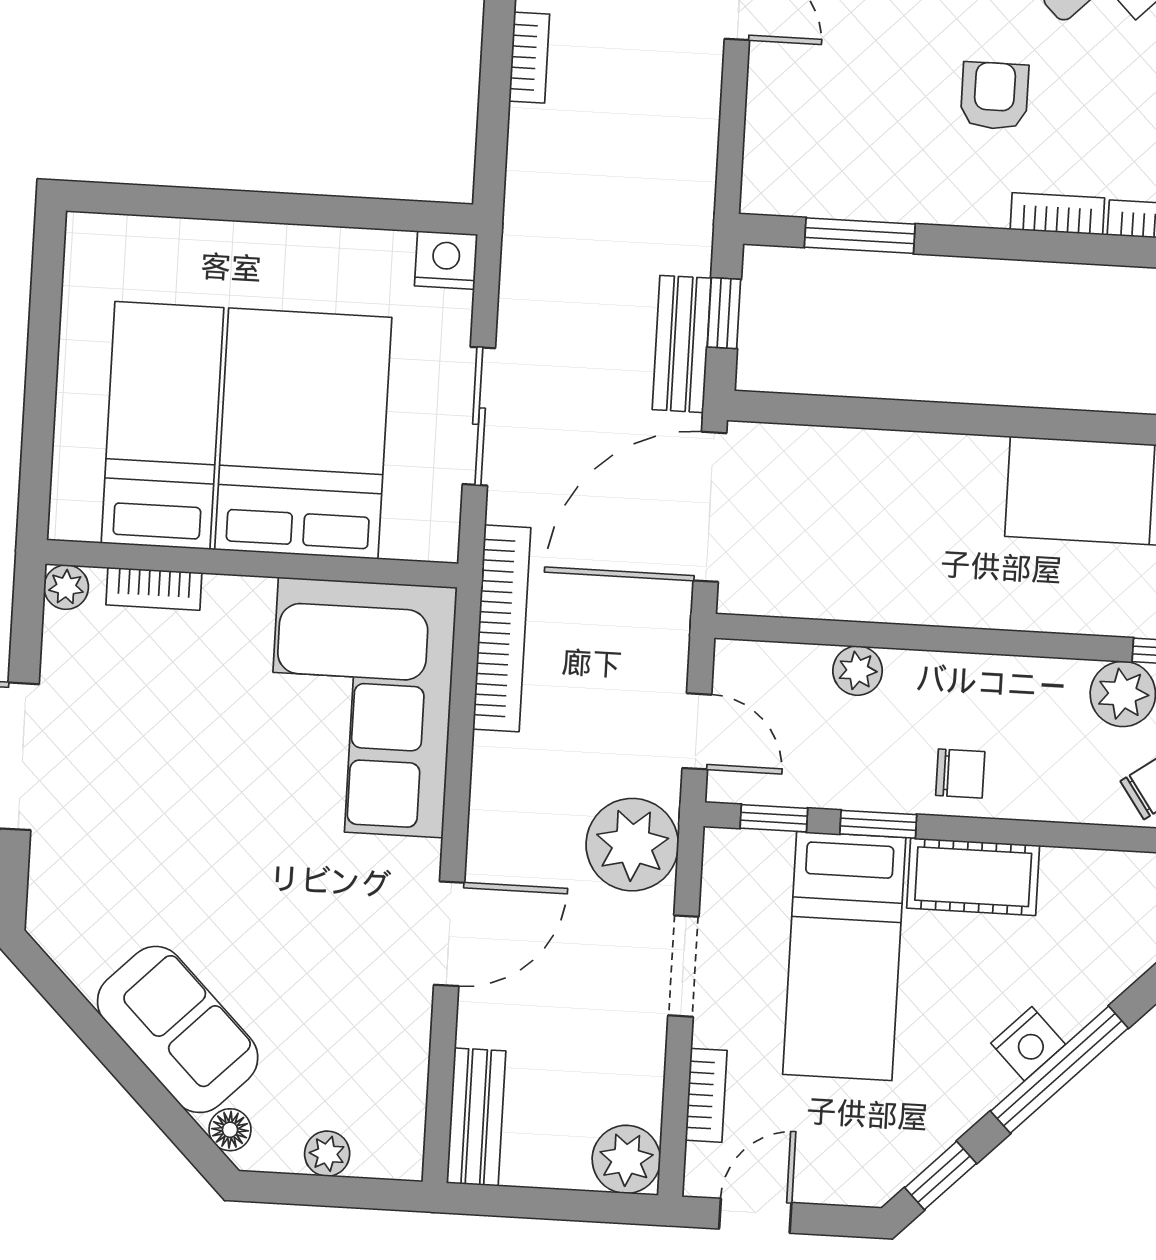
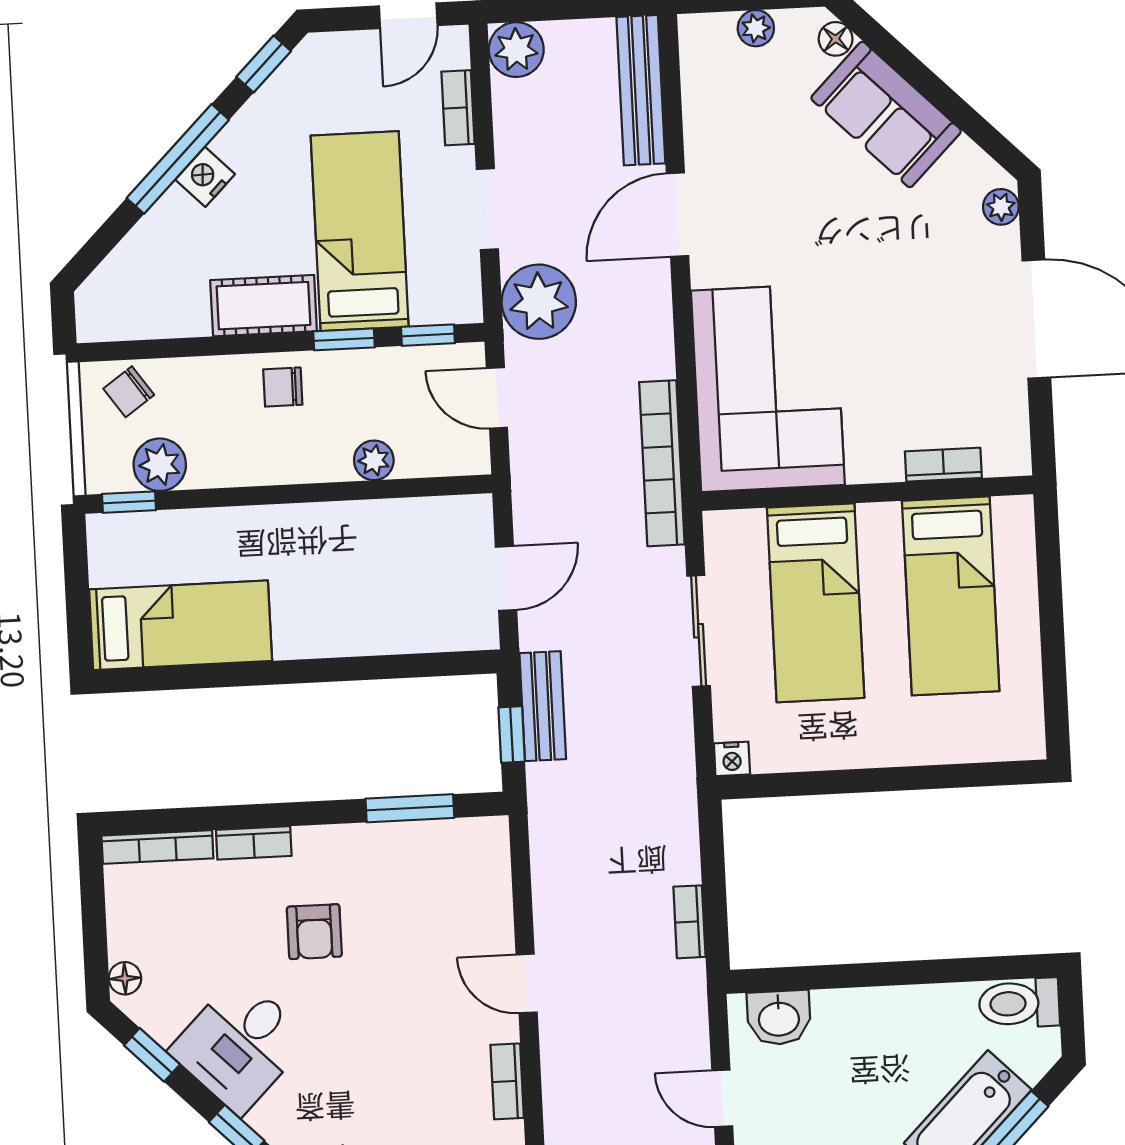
nightstand: (446, 260) -> (732, 759), width x0.72, depth x0.74
bed: (303, 434) -> (816, 603), width x0.67
door: (710, 507) -> (506, 578), width x0.53
plant: (66, 587) -> (1001, 207), moved
bench: (476, 1117) -> (641, 90), width x1.36

